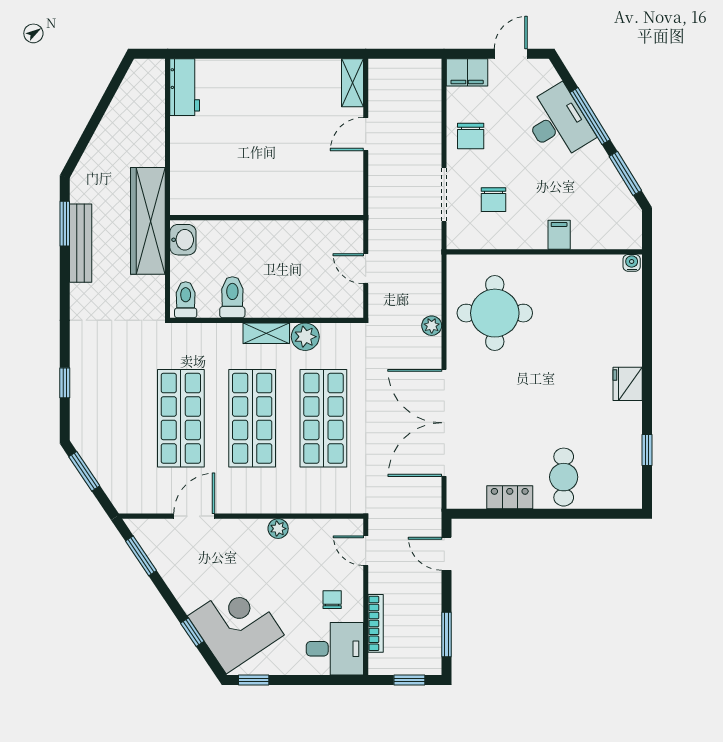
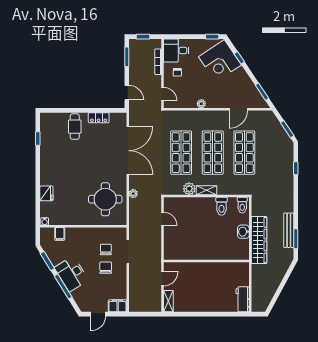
desk: (558, 123) -> (71, 274), moved
chair: (471, 136) -> (106, 268), moved
wall: (267, 218) -> (206, 261), moved
filing cabinet: (559, 235) -> (60, 234), moved
fridge: (628, 384) -> (46, 193), moved

